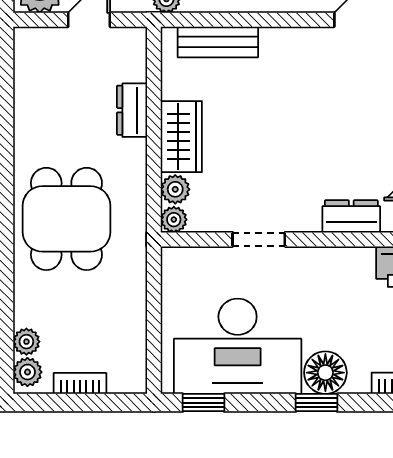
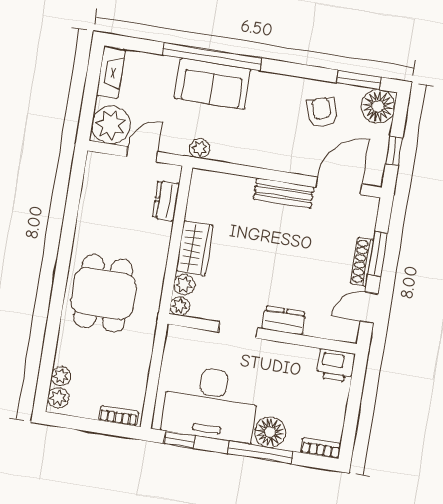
bench: (218, 42) -> (284, 193), moved
dresser: (132, 110) -> (166, 201), moved
dresser: (351, 216) -> (284, 320), moved
bookcase: (80, 383) -> (119, 416), moved
window: (316, 403) -> (260, 453), width x2.17

